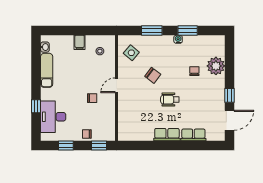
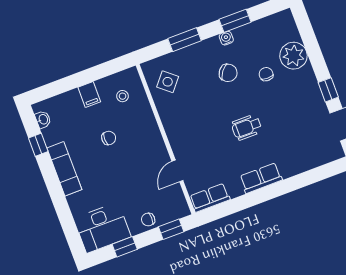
exam couch: (47, 70) -> (64, 169), moved
chair: (153, 75) -> (228, 73), moved
door: (117, 85) -> (177, 171), moved
chair: (92, 98) -> (109, 138), moved
window: (36, 106) -> (38, 145), moved
desk: (53, 117) -> (102, 228), moved, turned -90
row of seats: (193, 135) -> (210, 198), moved

